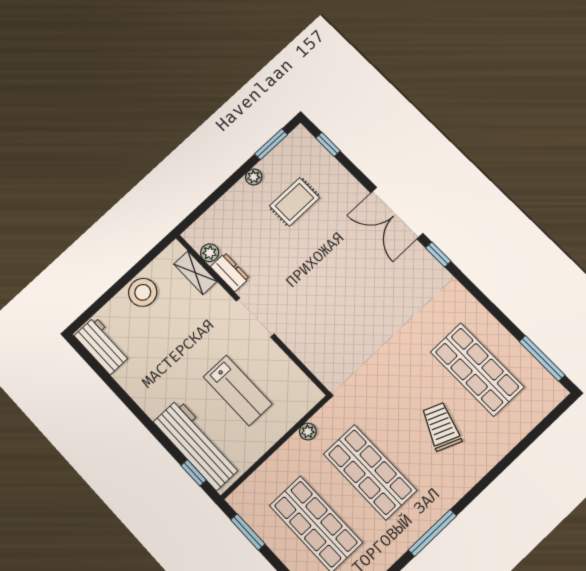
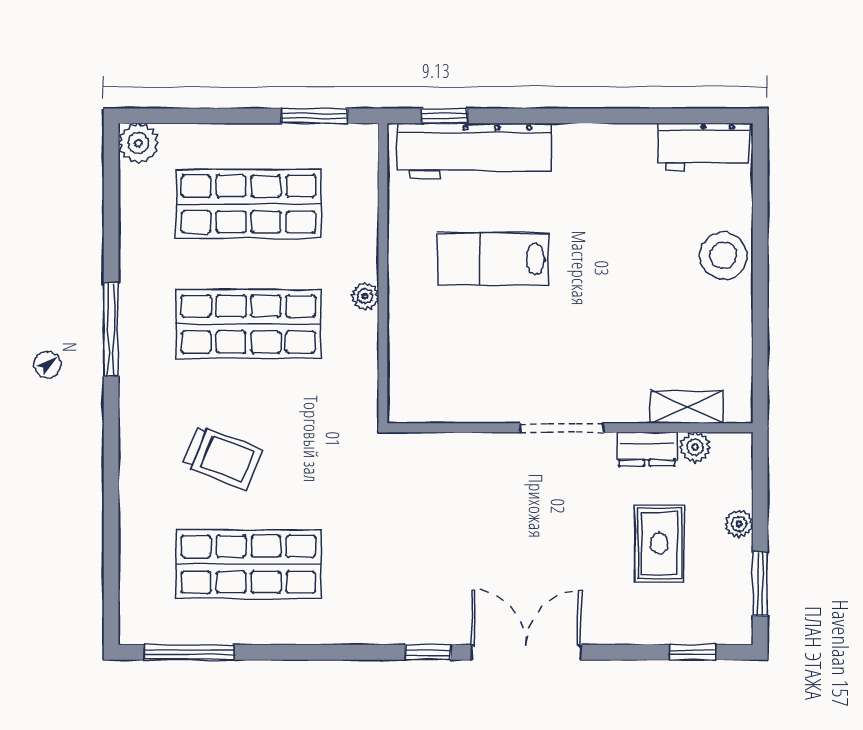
plant: (210, 253) -> (695, 447), moved
dresser: (230, 272) -> (647, 449), moved
shelving: (195, 273) -> (687, 407), moved
wall: (252, 314) -> (570, 428), moved
doorway: (255, 317) -> (562, 428), moved

